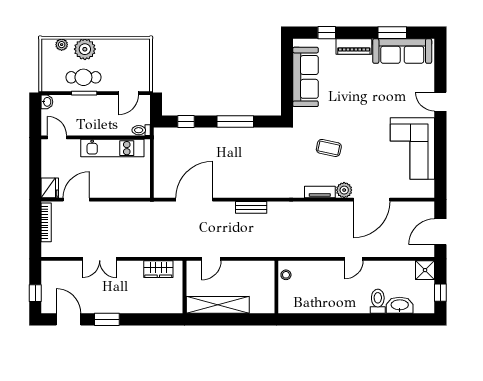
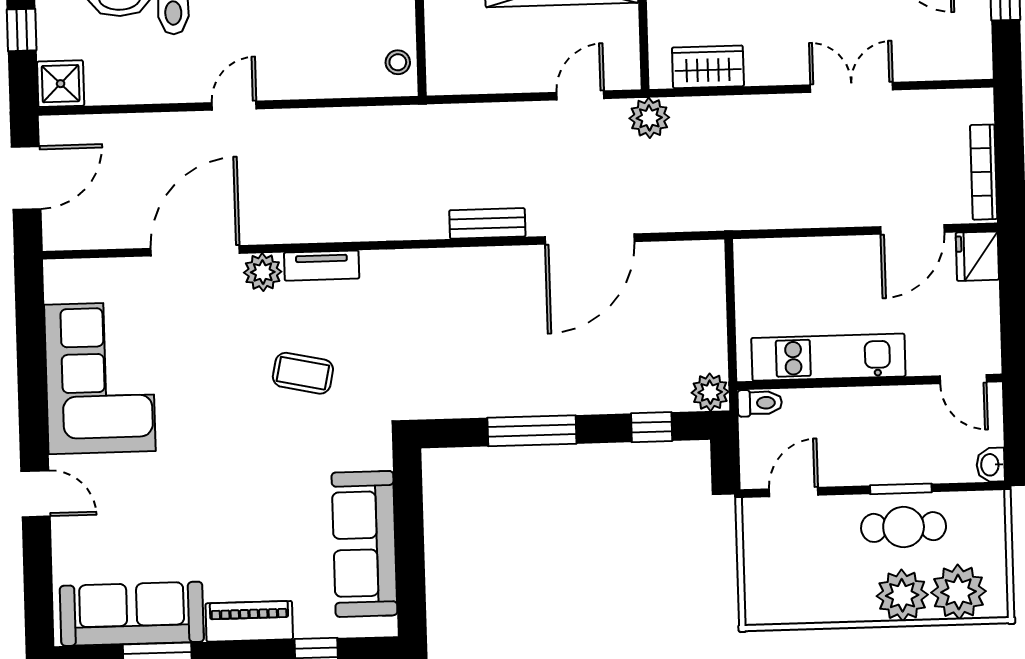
plant: (62, 45) -> (958, 592), width x1.88, depth x1.88
plant: (161, 135) -> (710, 392), added
door: (194, 200) -> (590, 239), moved
plant: (183, 249) -> (649, 118), added

